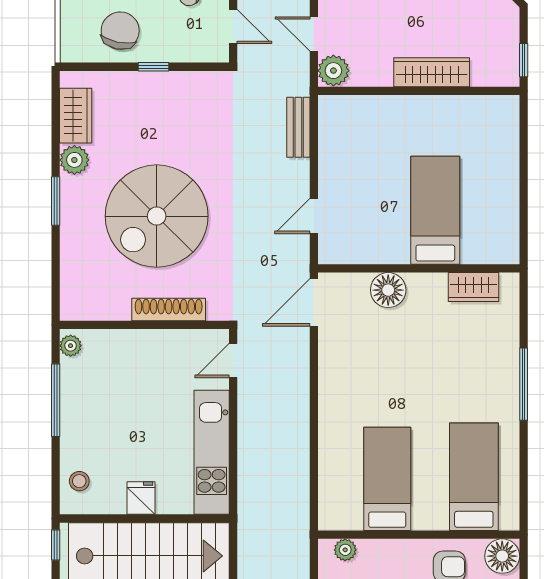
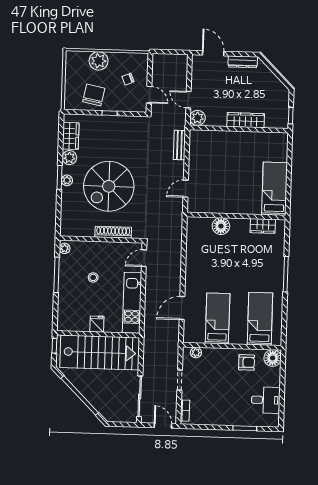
plant: (71, 207) -> (67, 180), added
bed: (435, 210) -> (275, 189), moved
door: (314, 302) -> (182, 308), moved
stool: (79, 481) -> (93, 277), moved

